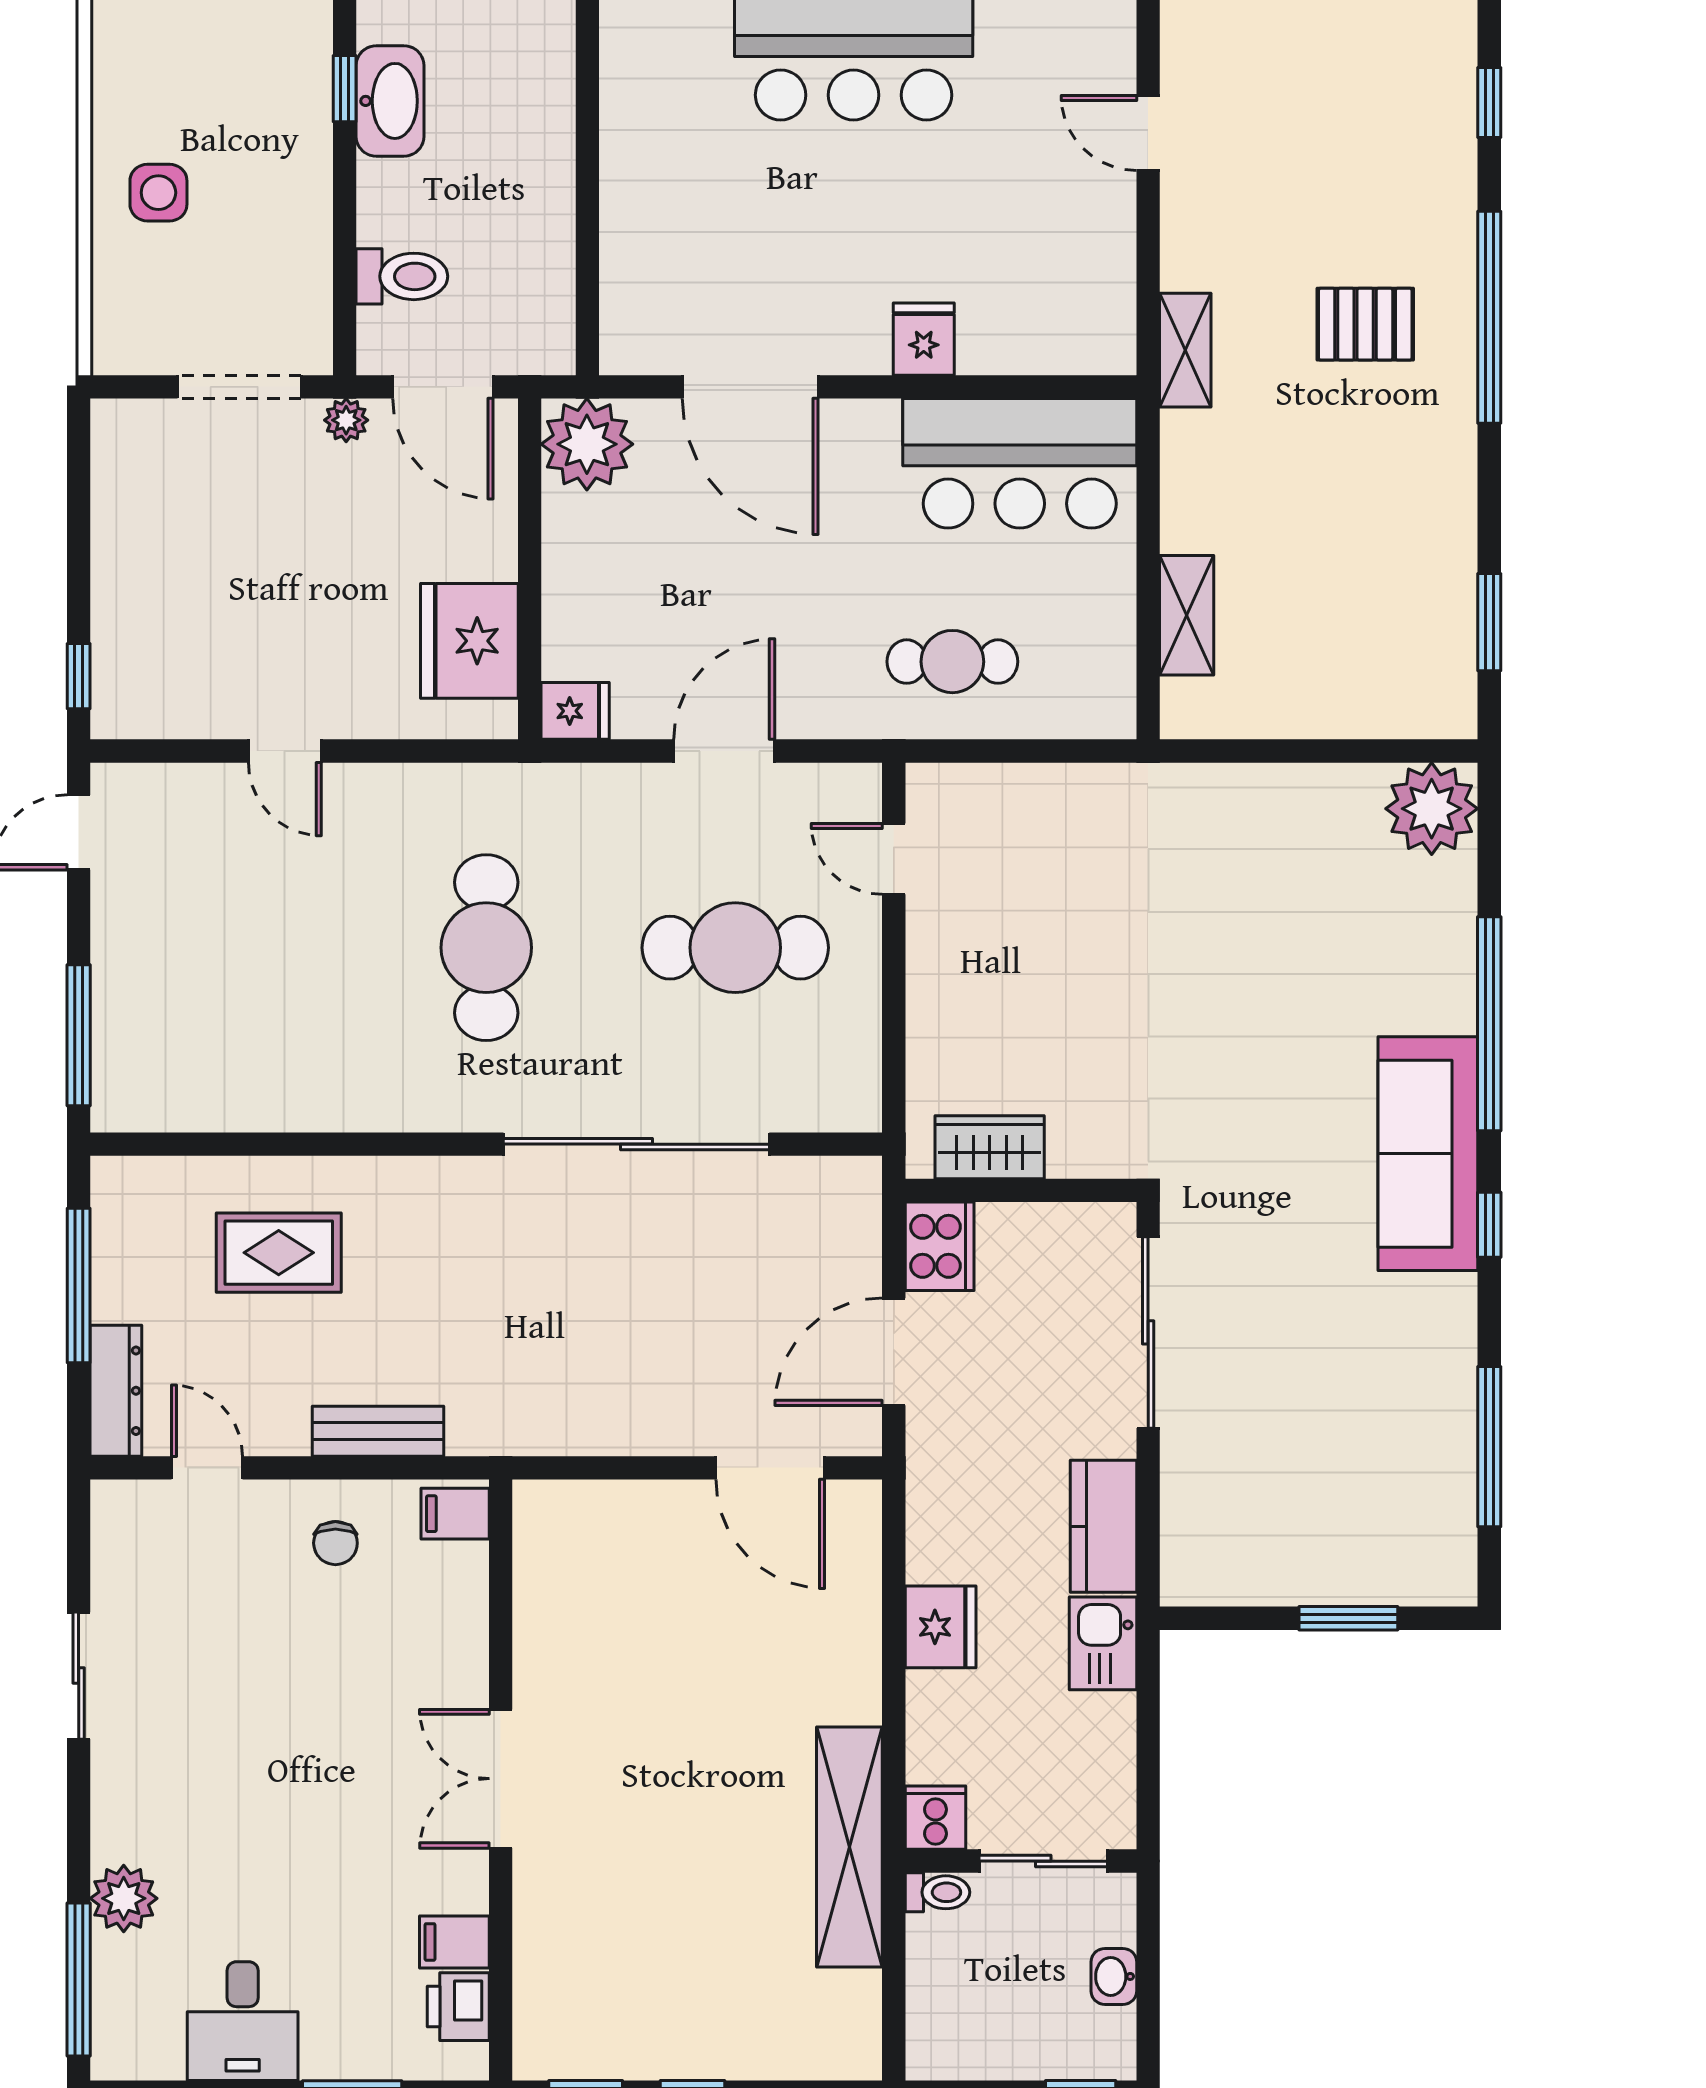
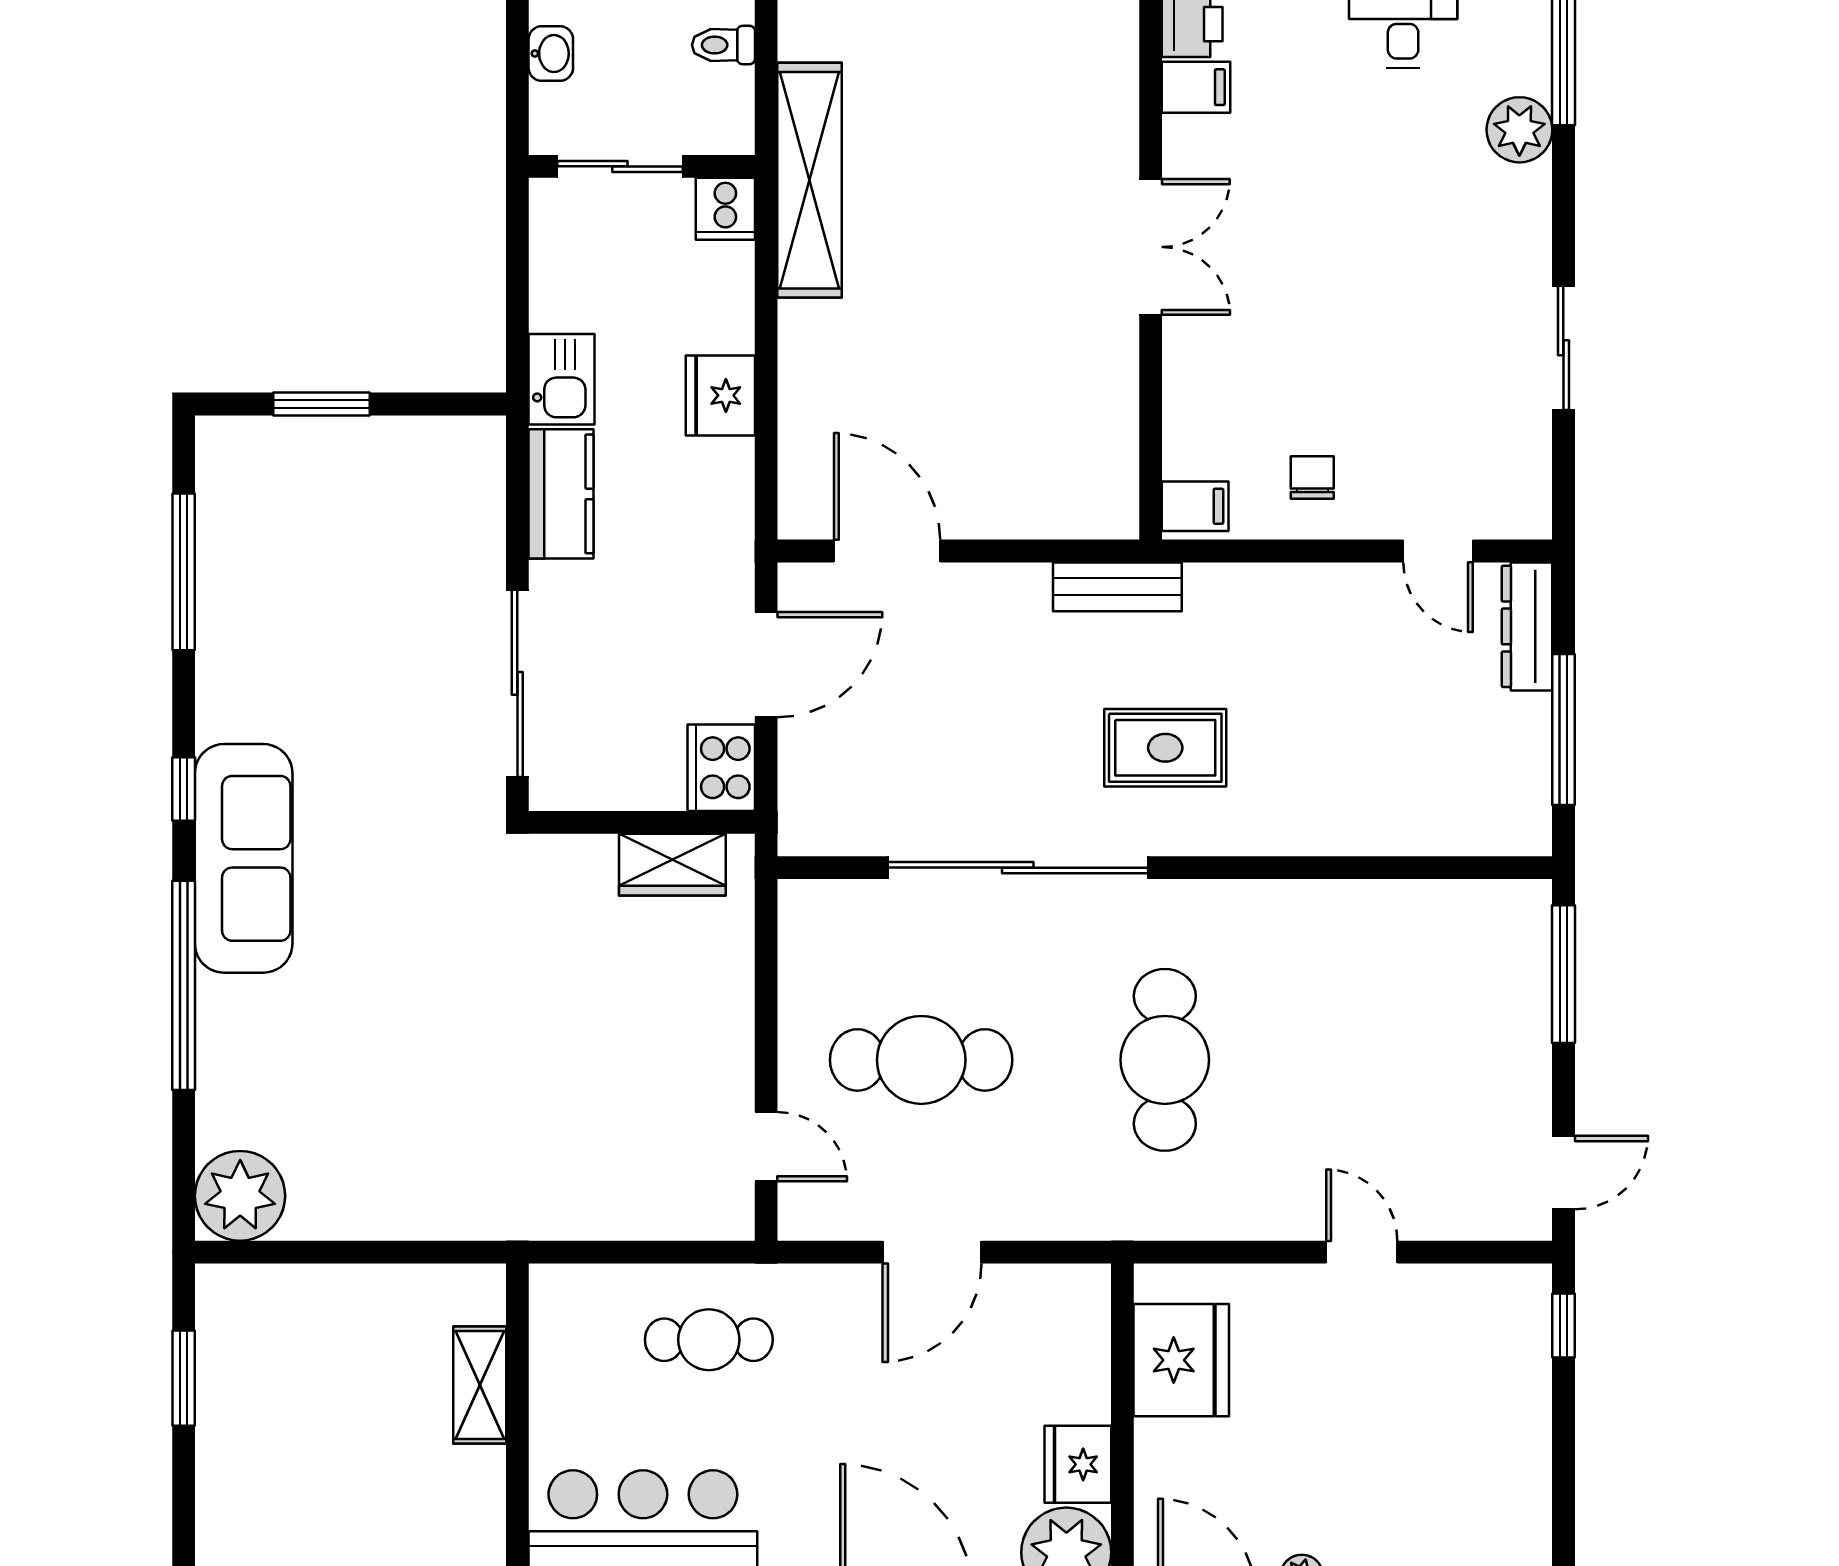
fridge: (575, 711) -> (1078, 1464), moved, width x1.38
rug: (279, 1253) -> (1165, 748), moved
bench: (378, 1431) -> (1117, 587), moved
toilet: (937, 1892) -> (723, 45), moved

